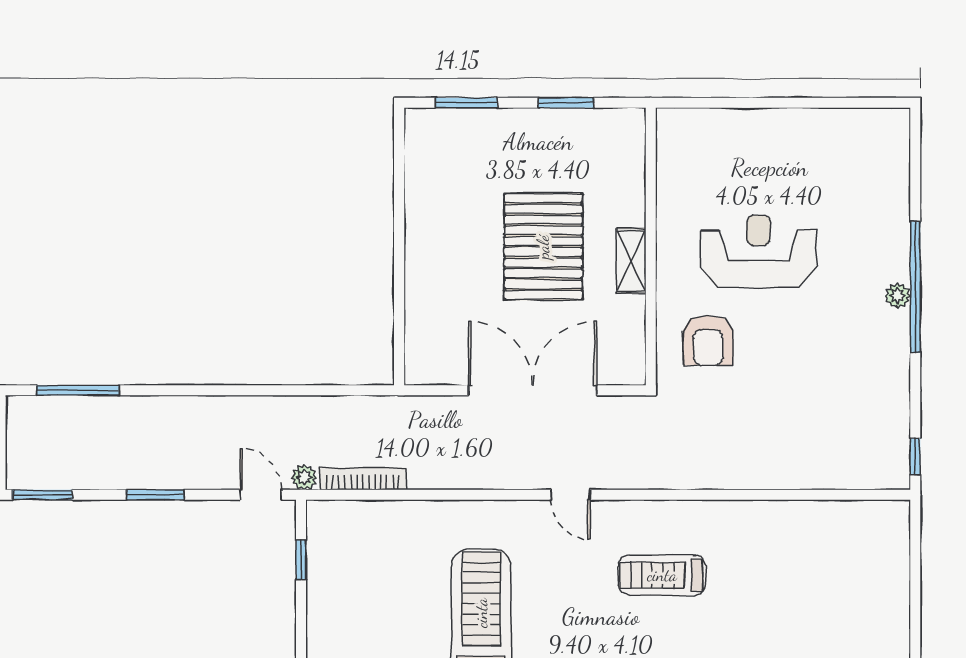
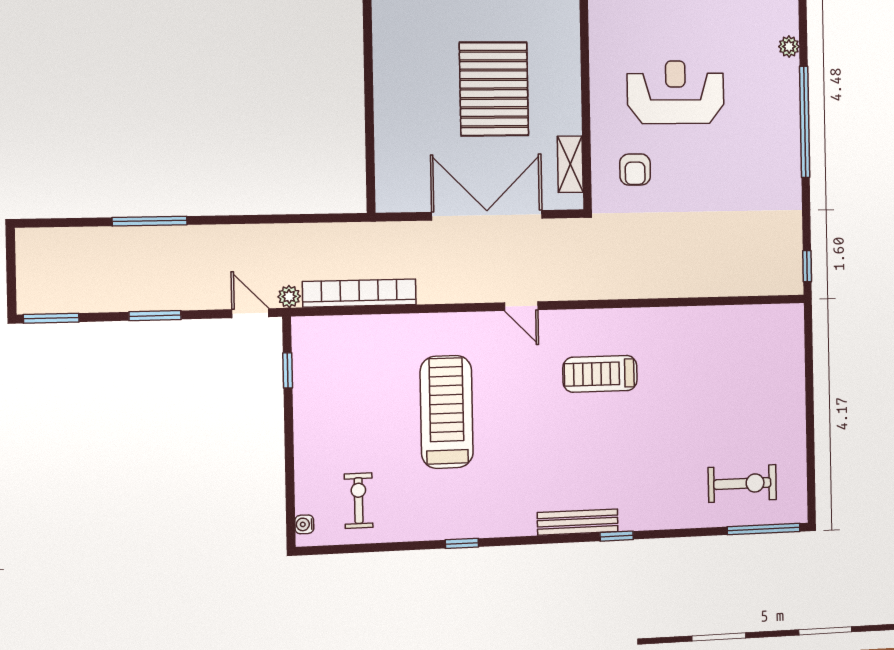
shelving: (631, 261) -> (570, 164), moved
plant: (898, 296) -> (789, 47), moved
armchair: (708, 340) -> (635, 170), width x0.72, depth x0.72
window: (78, 390) -> (150, 221), moved
bookcase: (363, 479) -> (359, 293), width x1.48, depth x1.31

